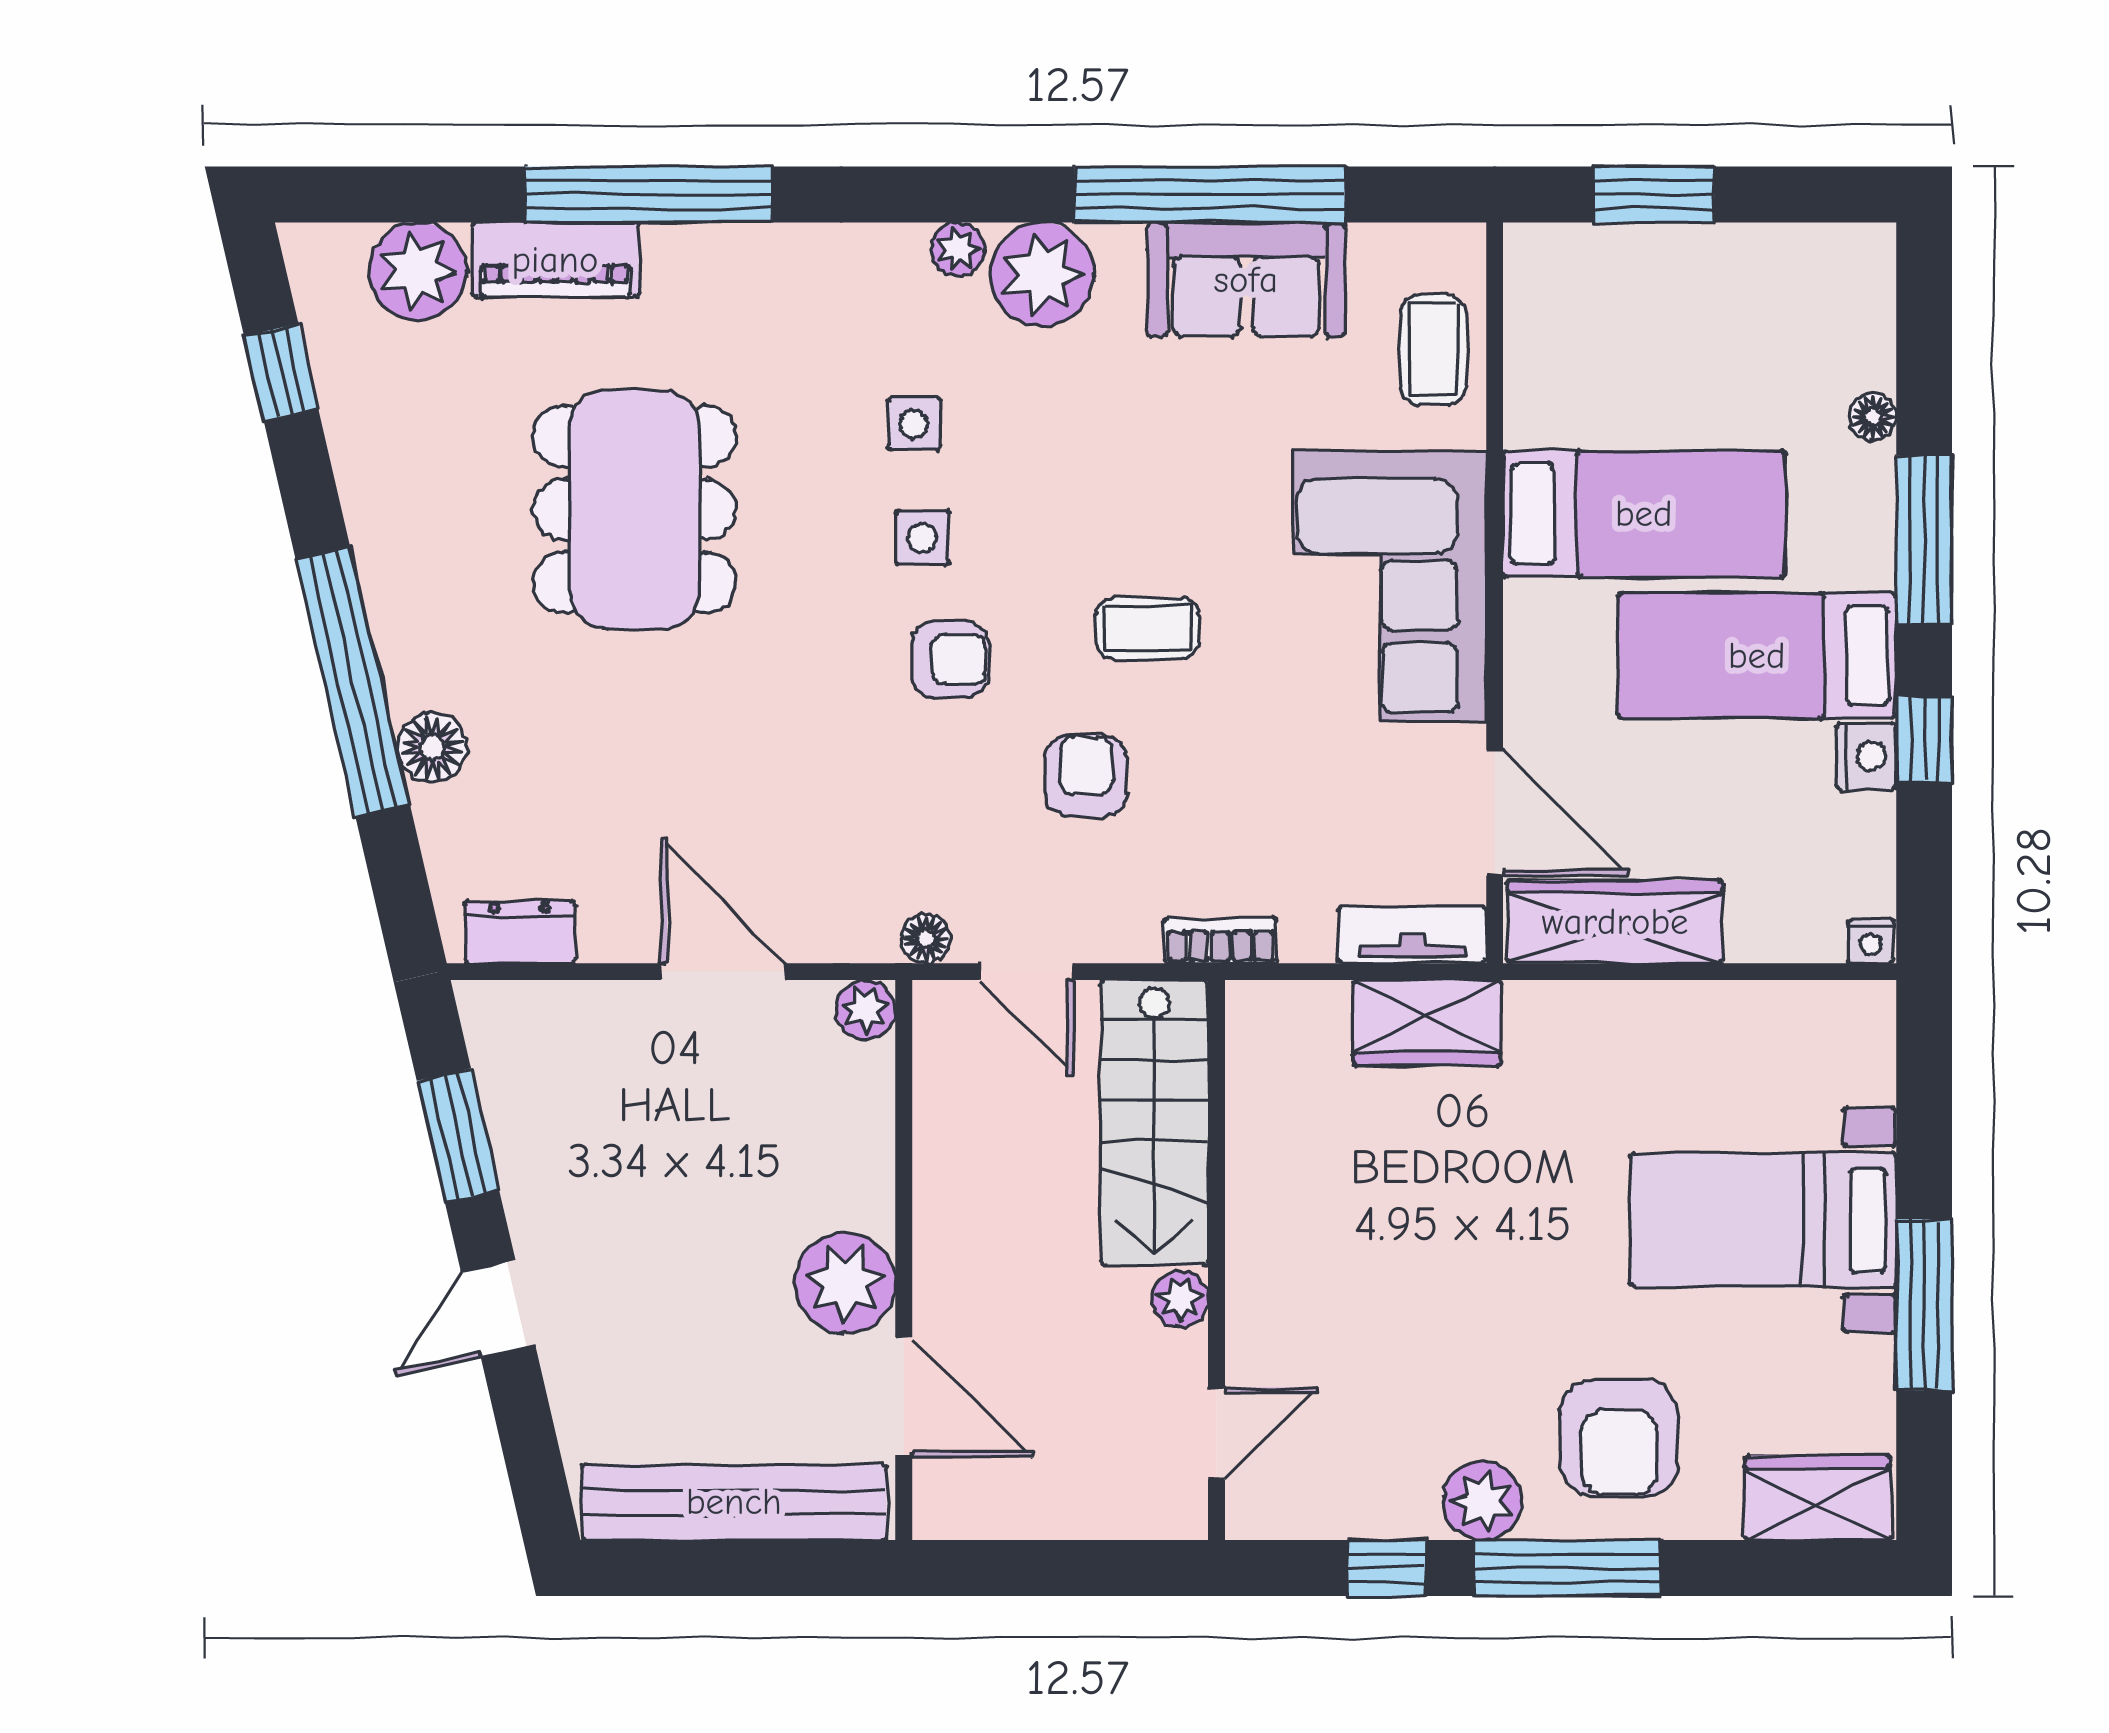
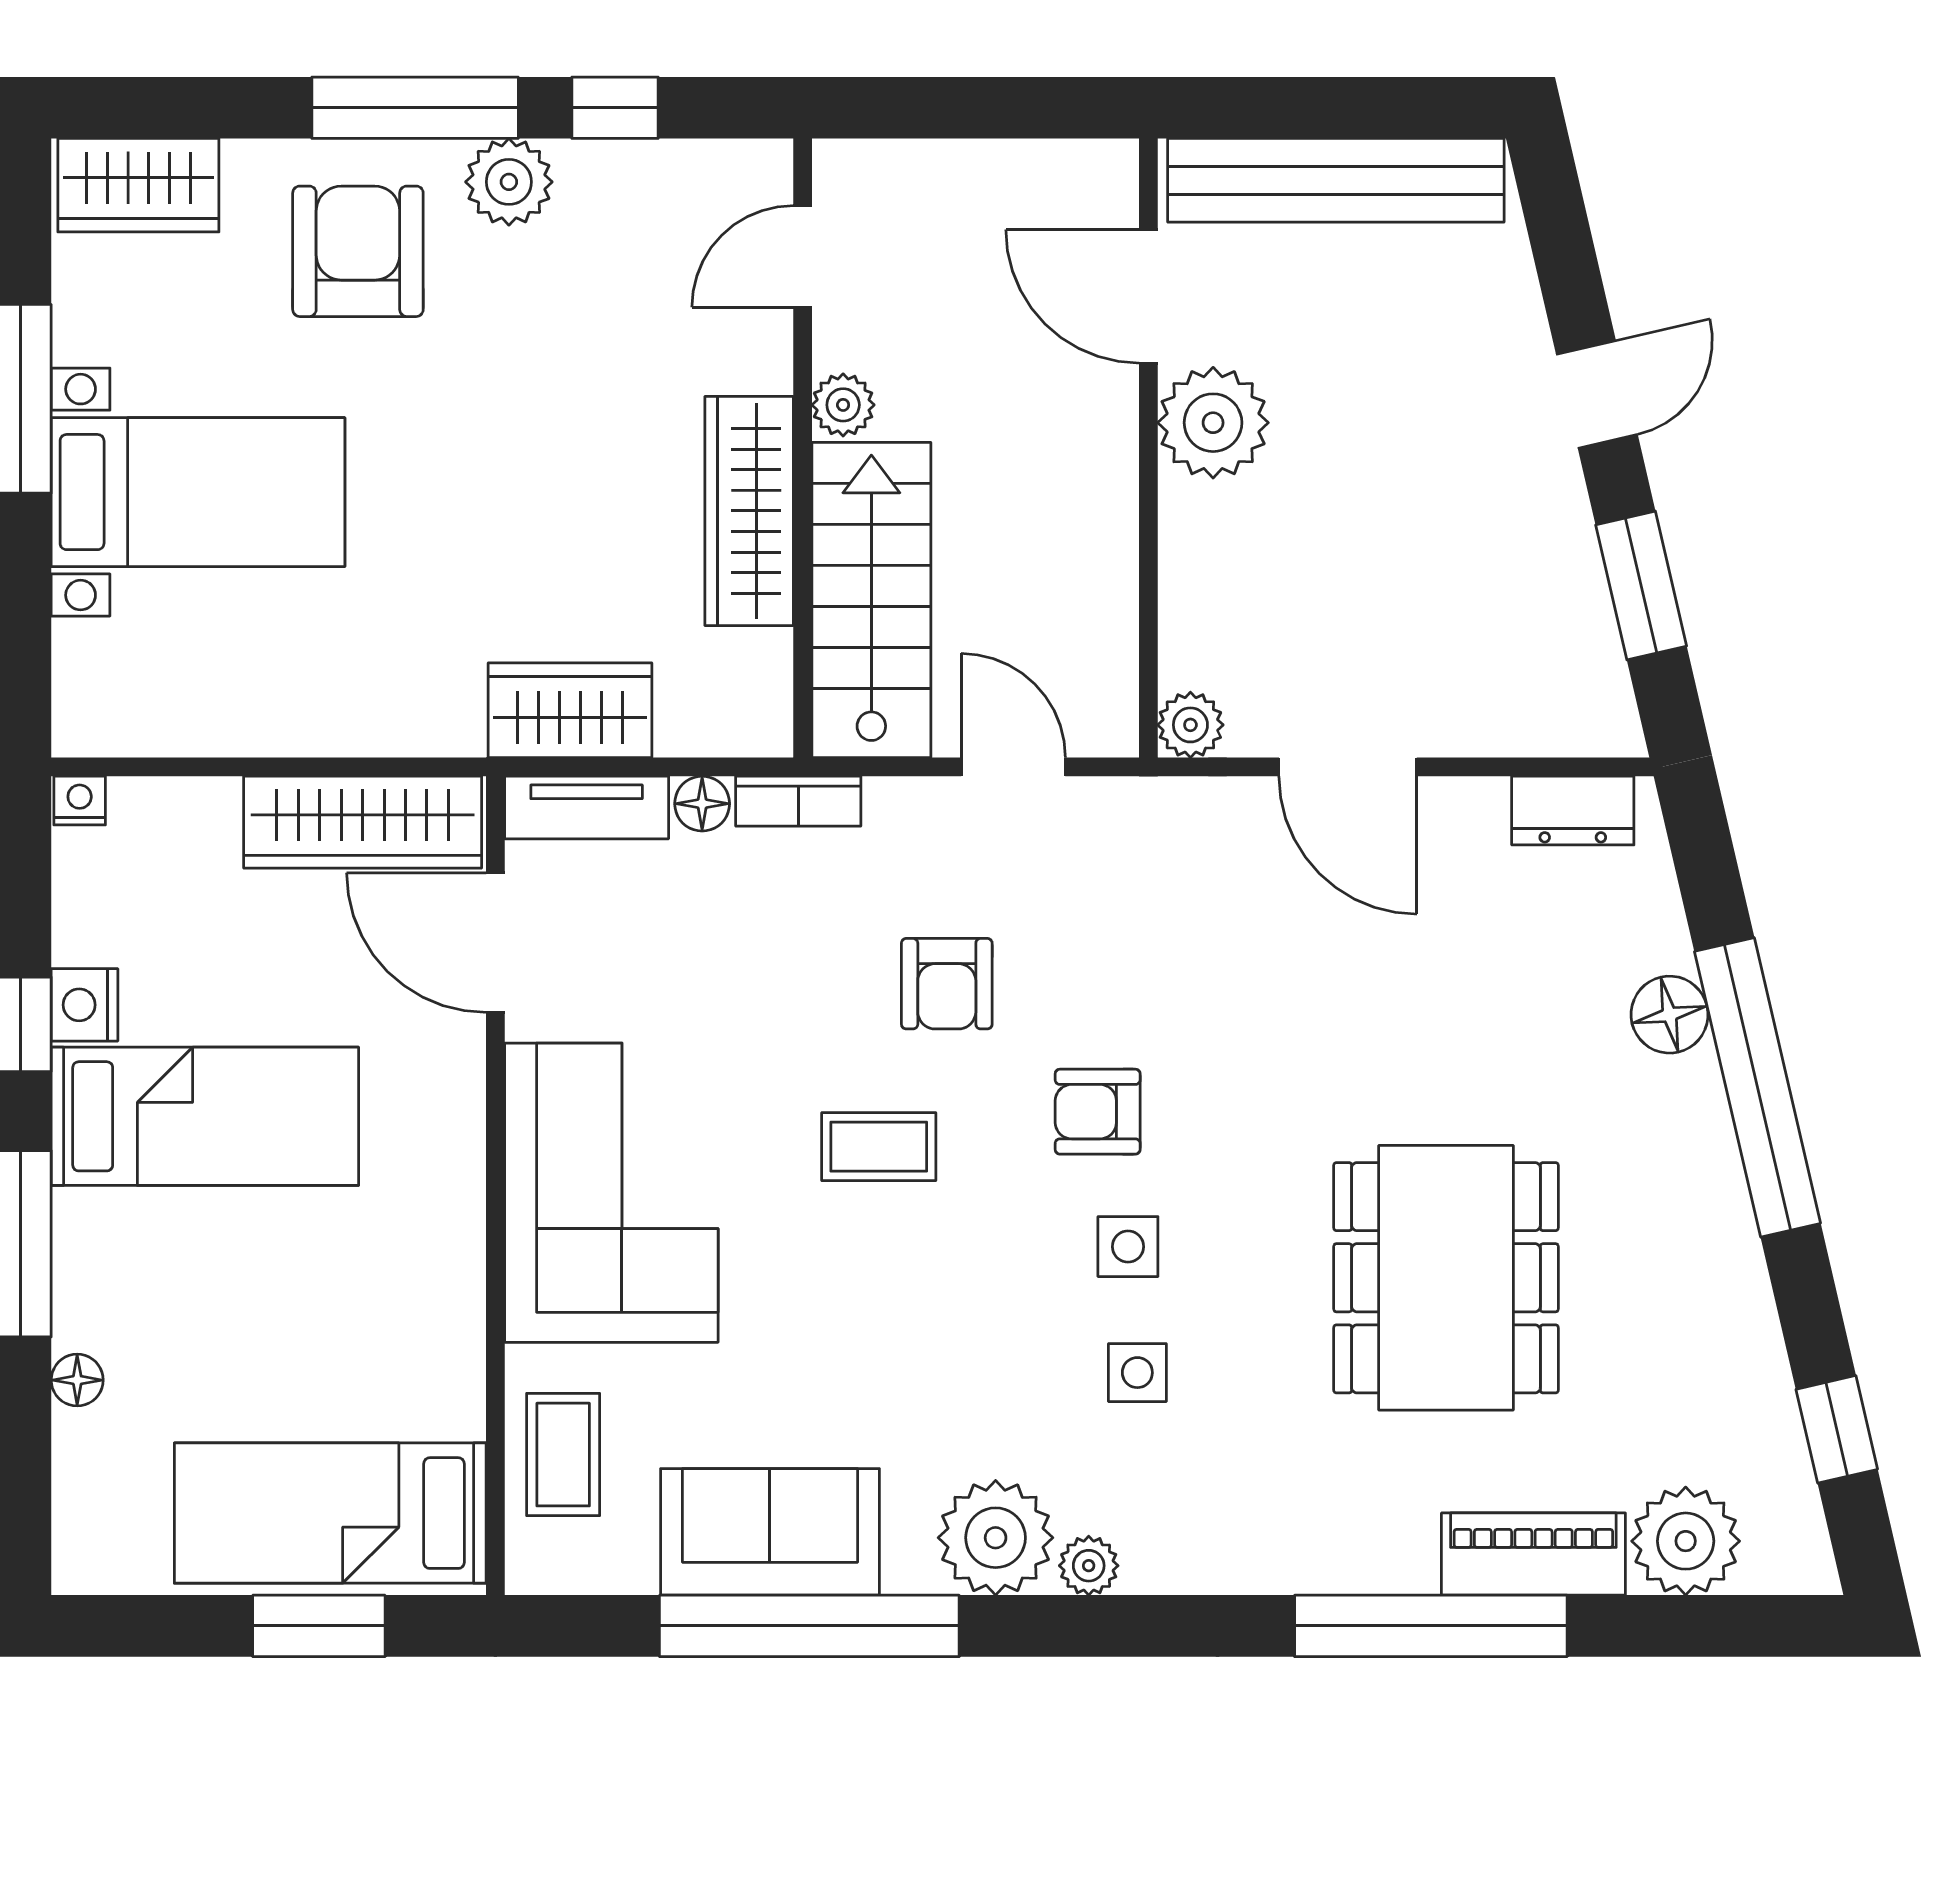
bed: (1644, 514) -> (330, 1513), moved
floor lamp: (926, 938) -> (702, 804), moved
wardrobe: (1265, 1203) -> (749, 511), added

